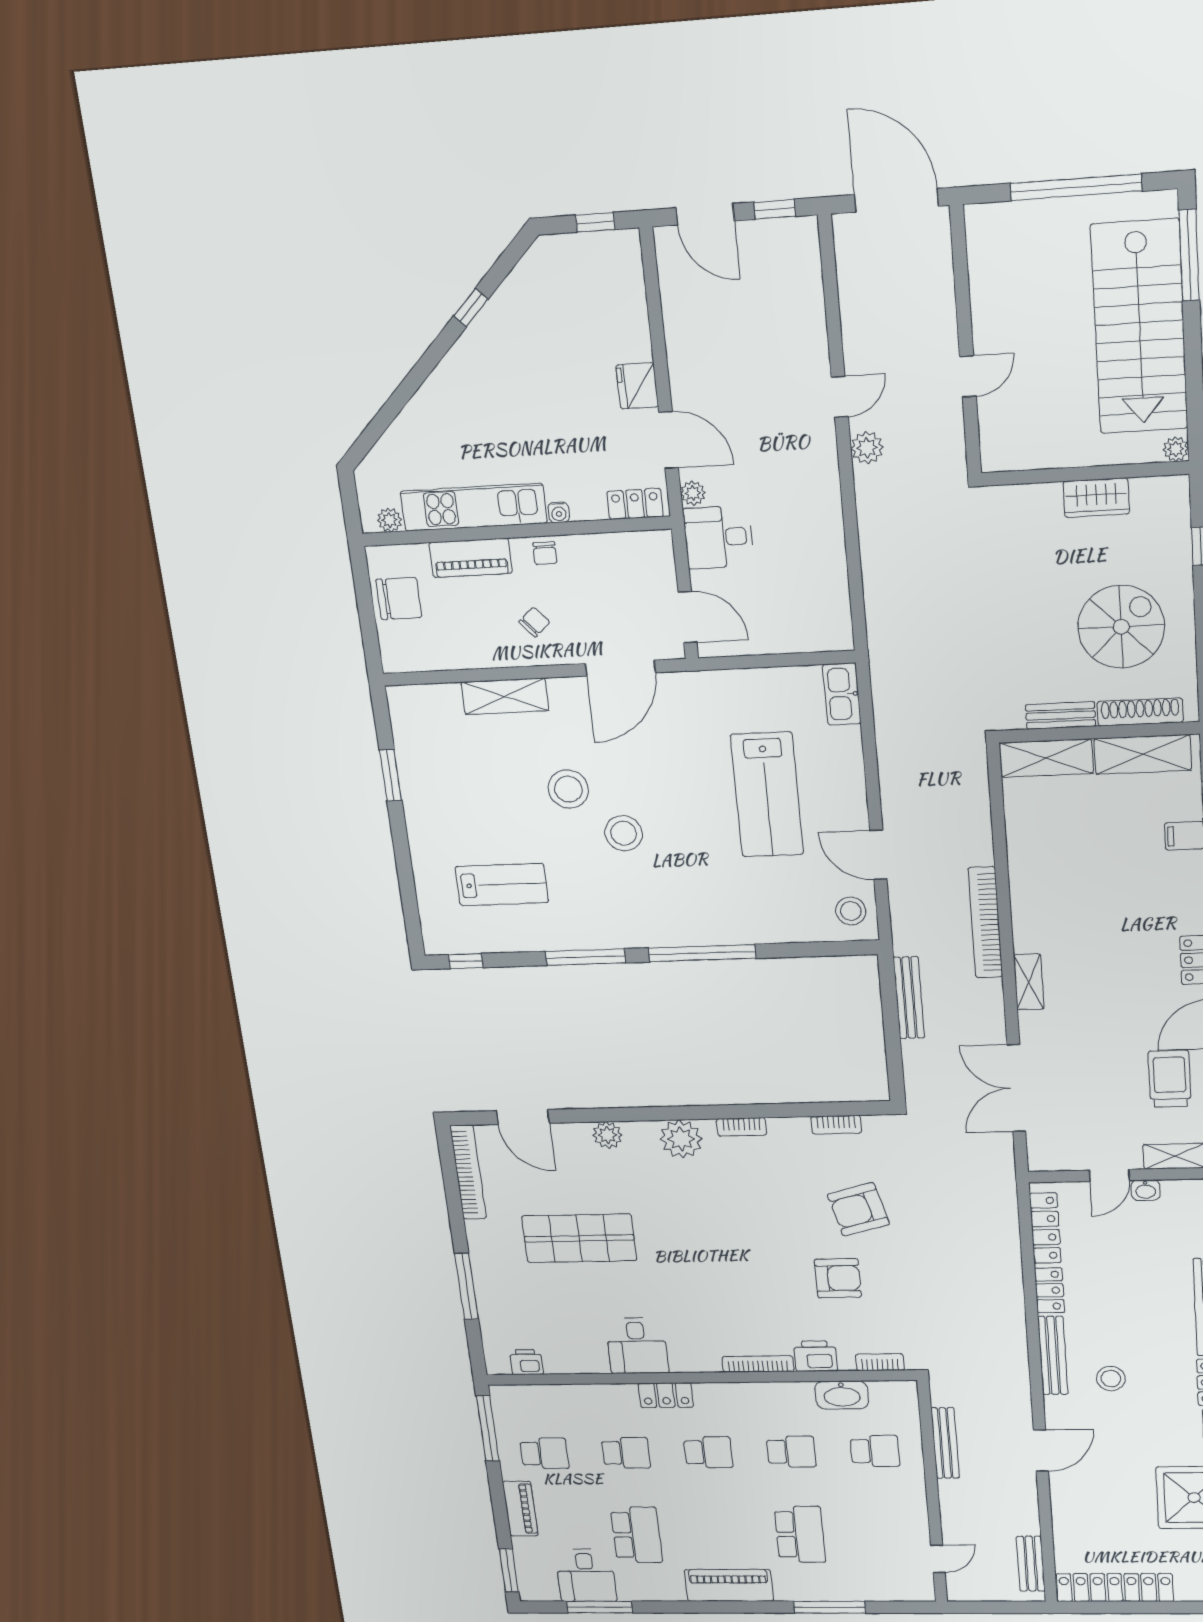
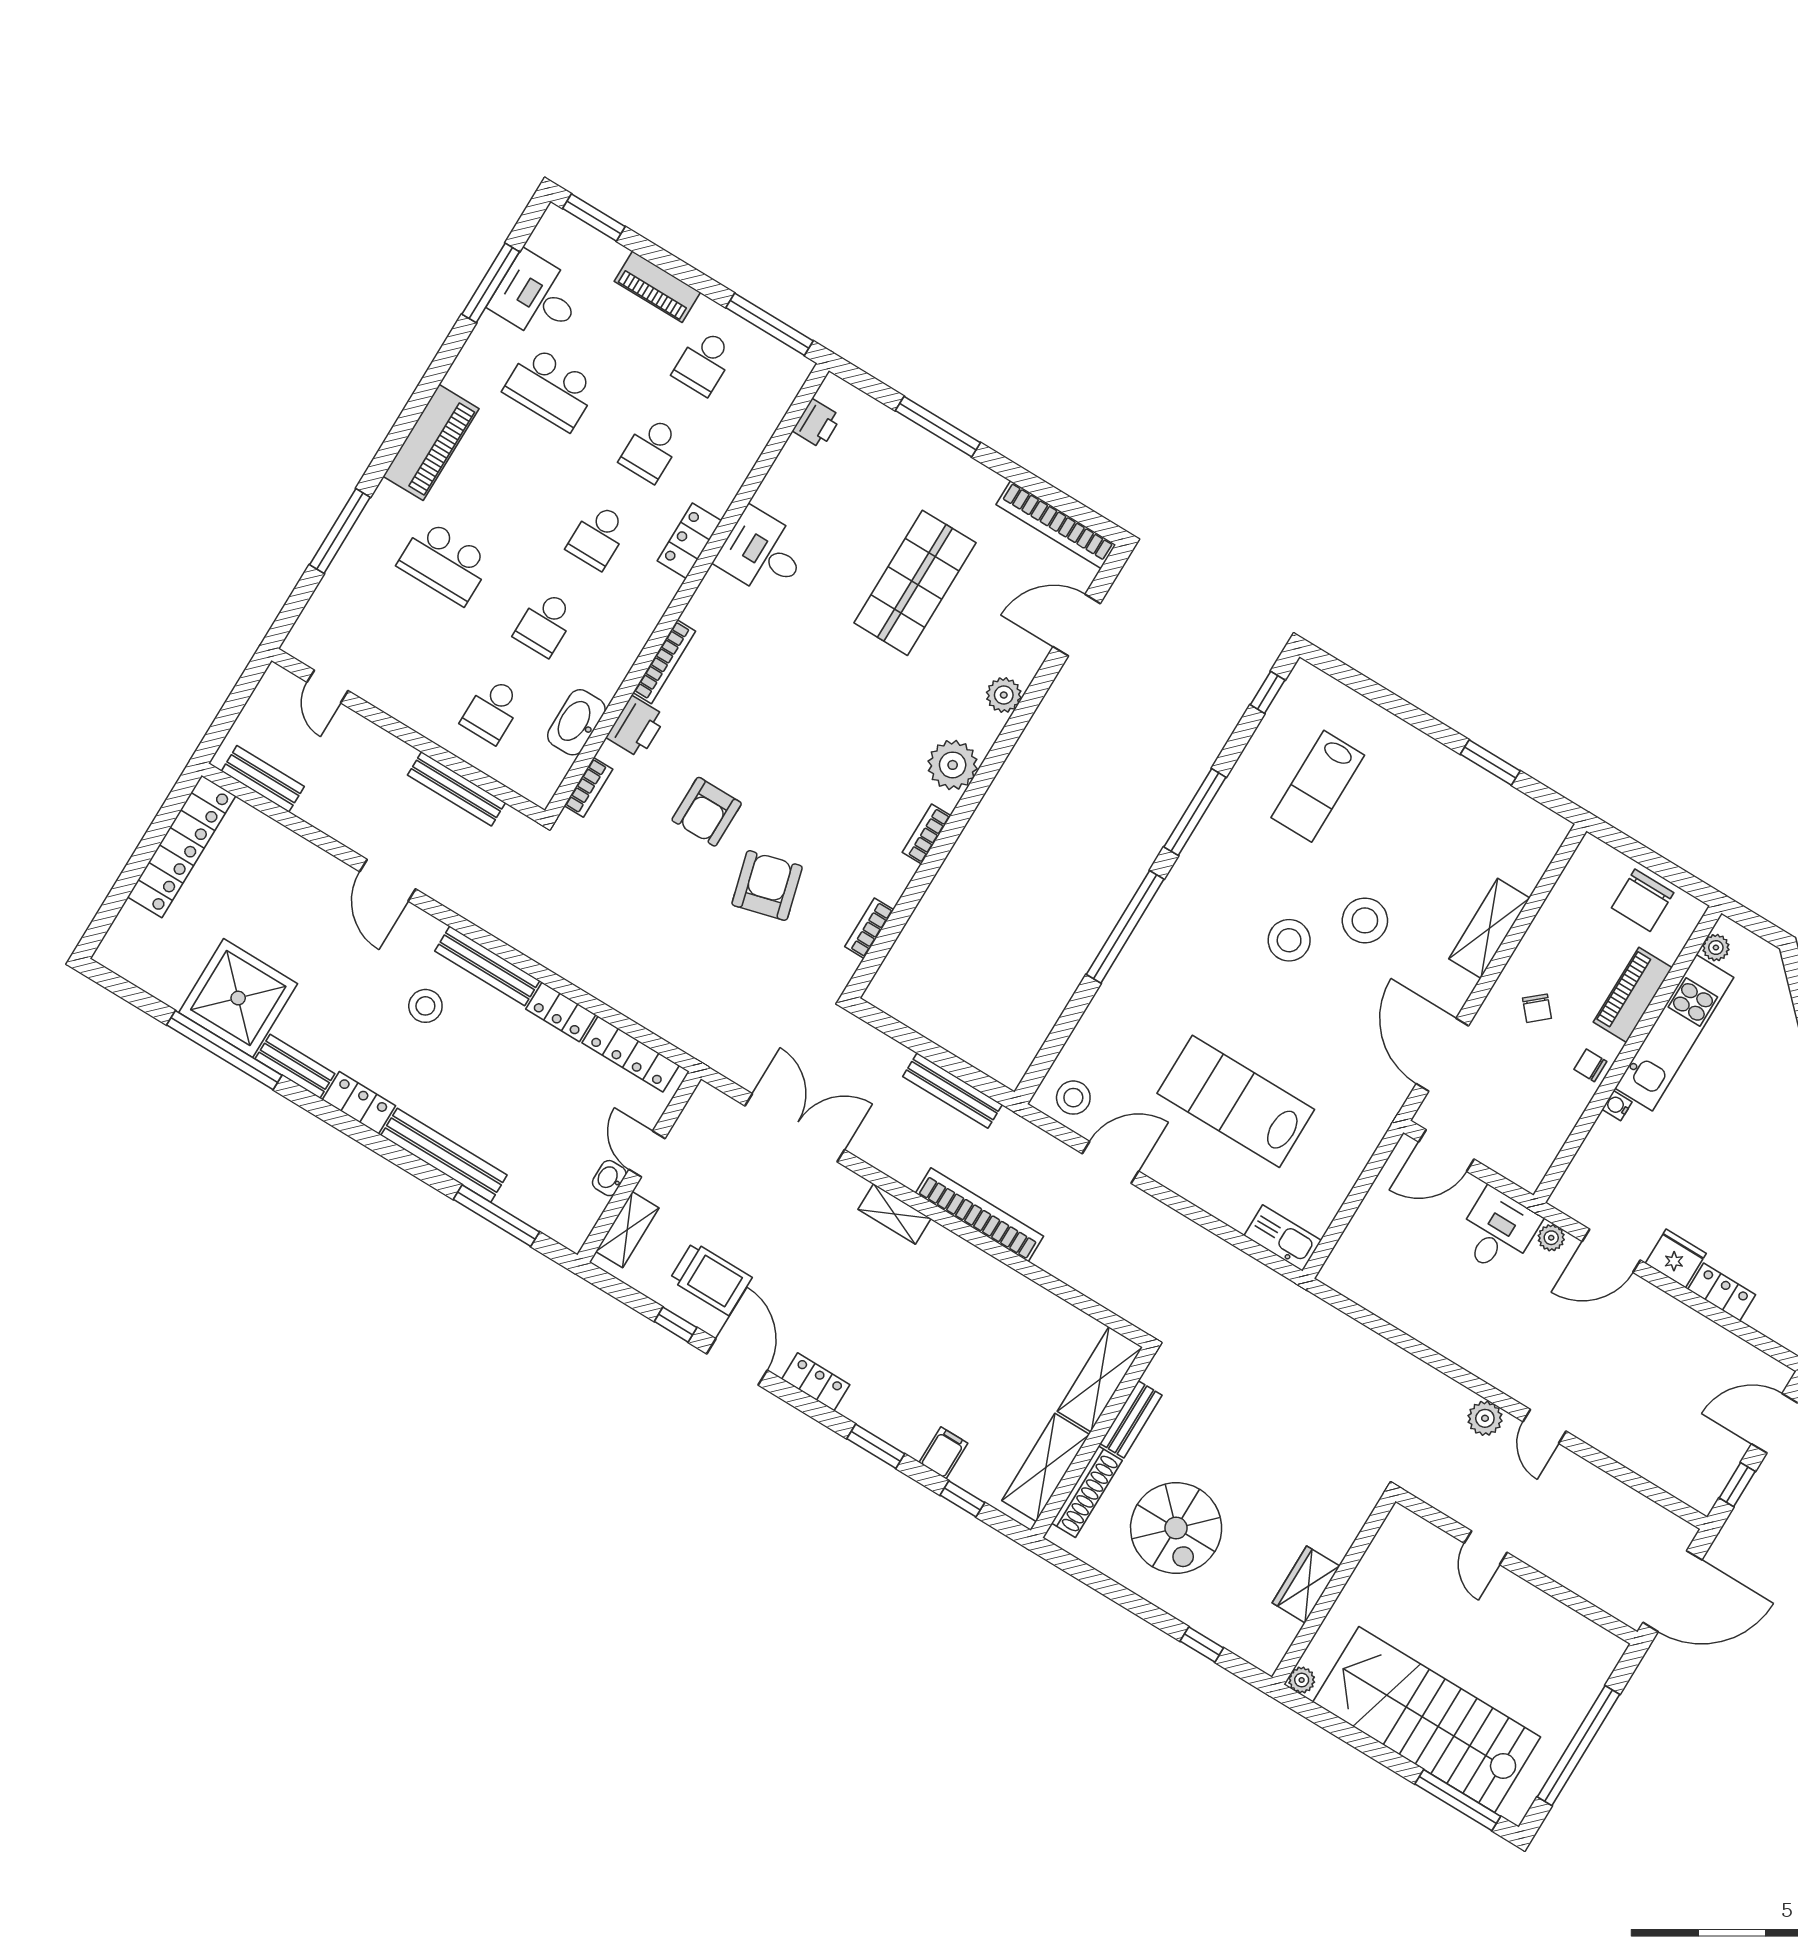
locker: (635, 504) -> (1722, 1292), moved, turned -90

